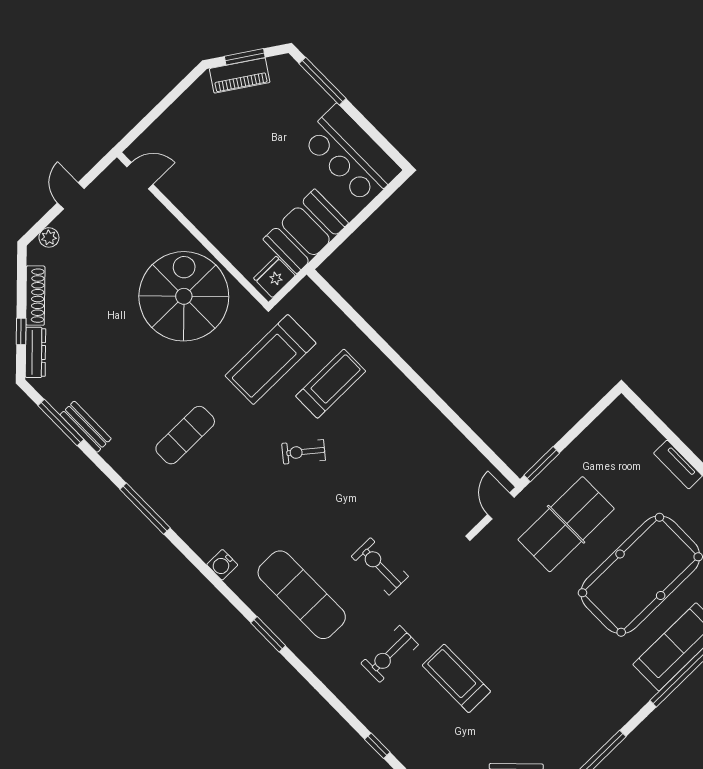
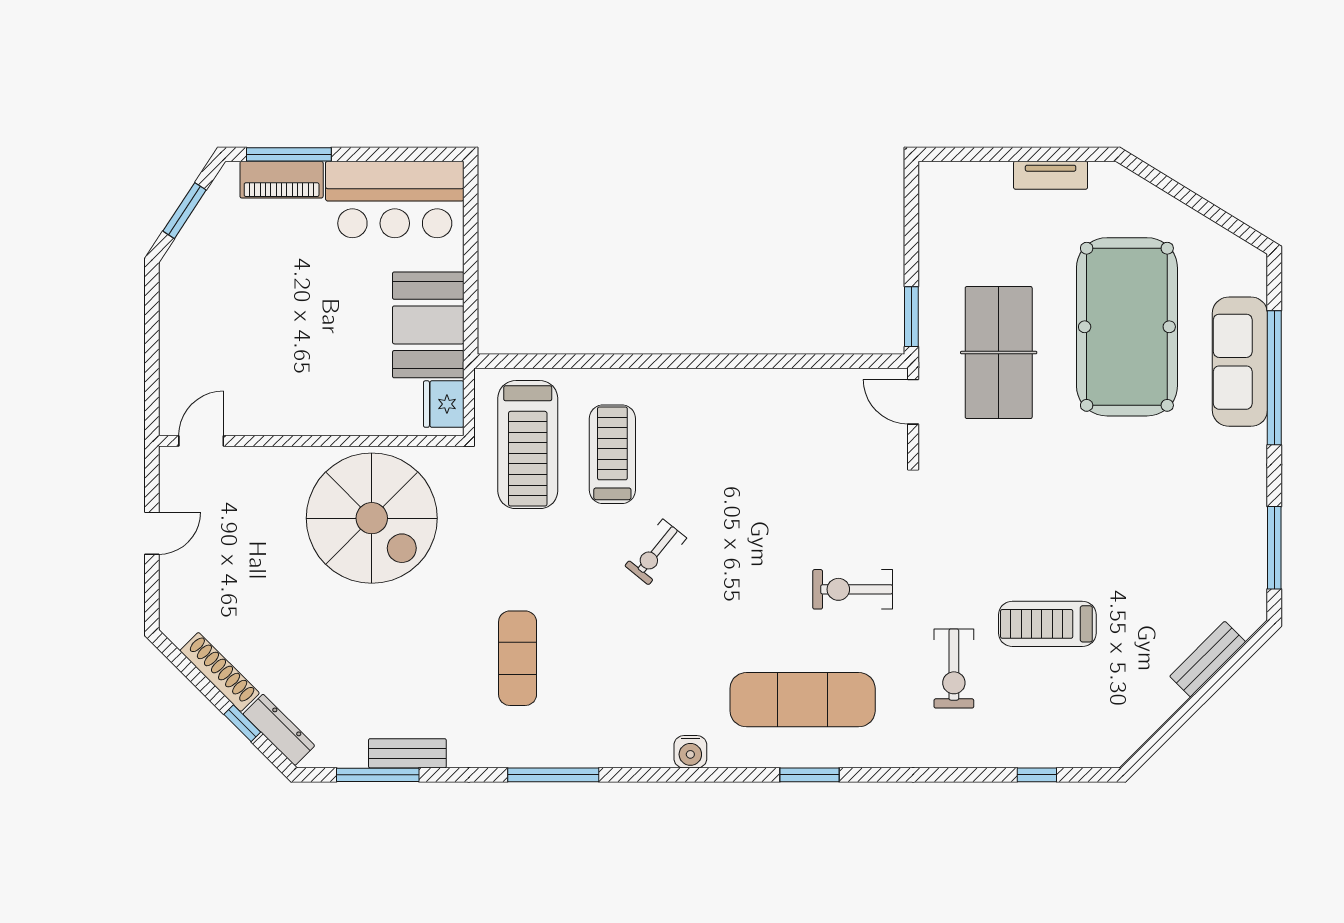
piano: (240, 76) -> (282, 180), moved, turned 57
door: (71, 196) -> (152, 533), swing flipped
plant: (49, 237) -> (173, 599), removed
spiral stairs: (184, 296) -> (372, 518), turned 180
treadmill: (271, 360) -> (528, 445), moved

